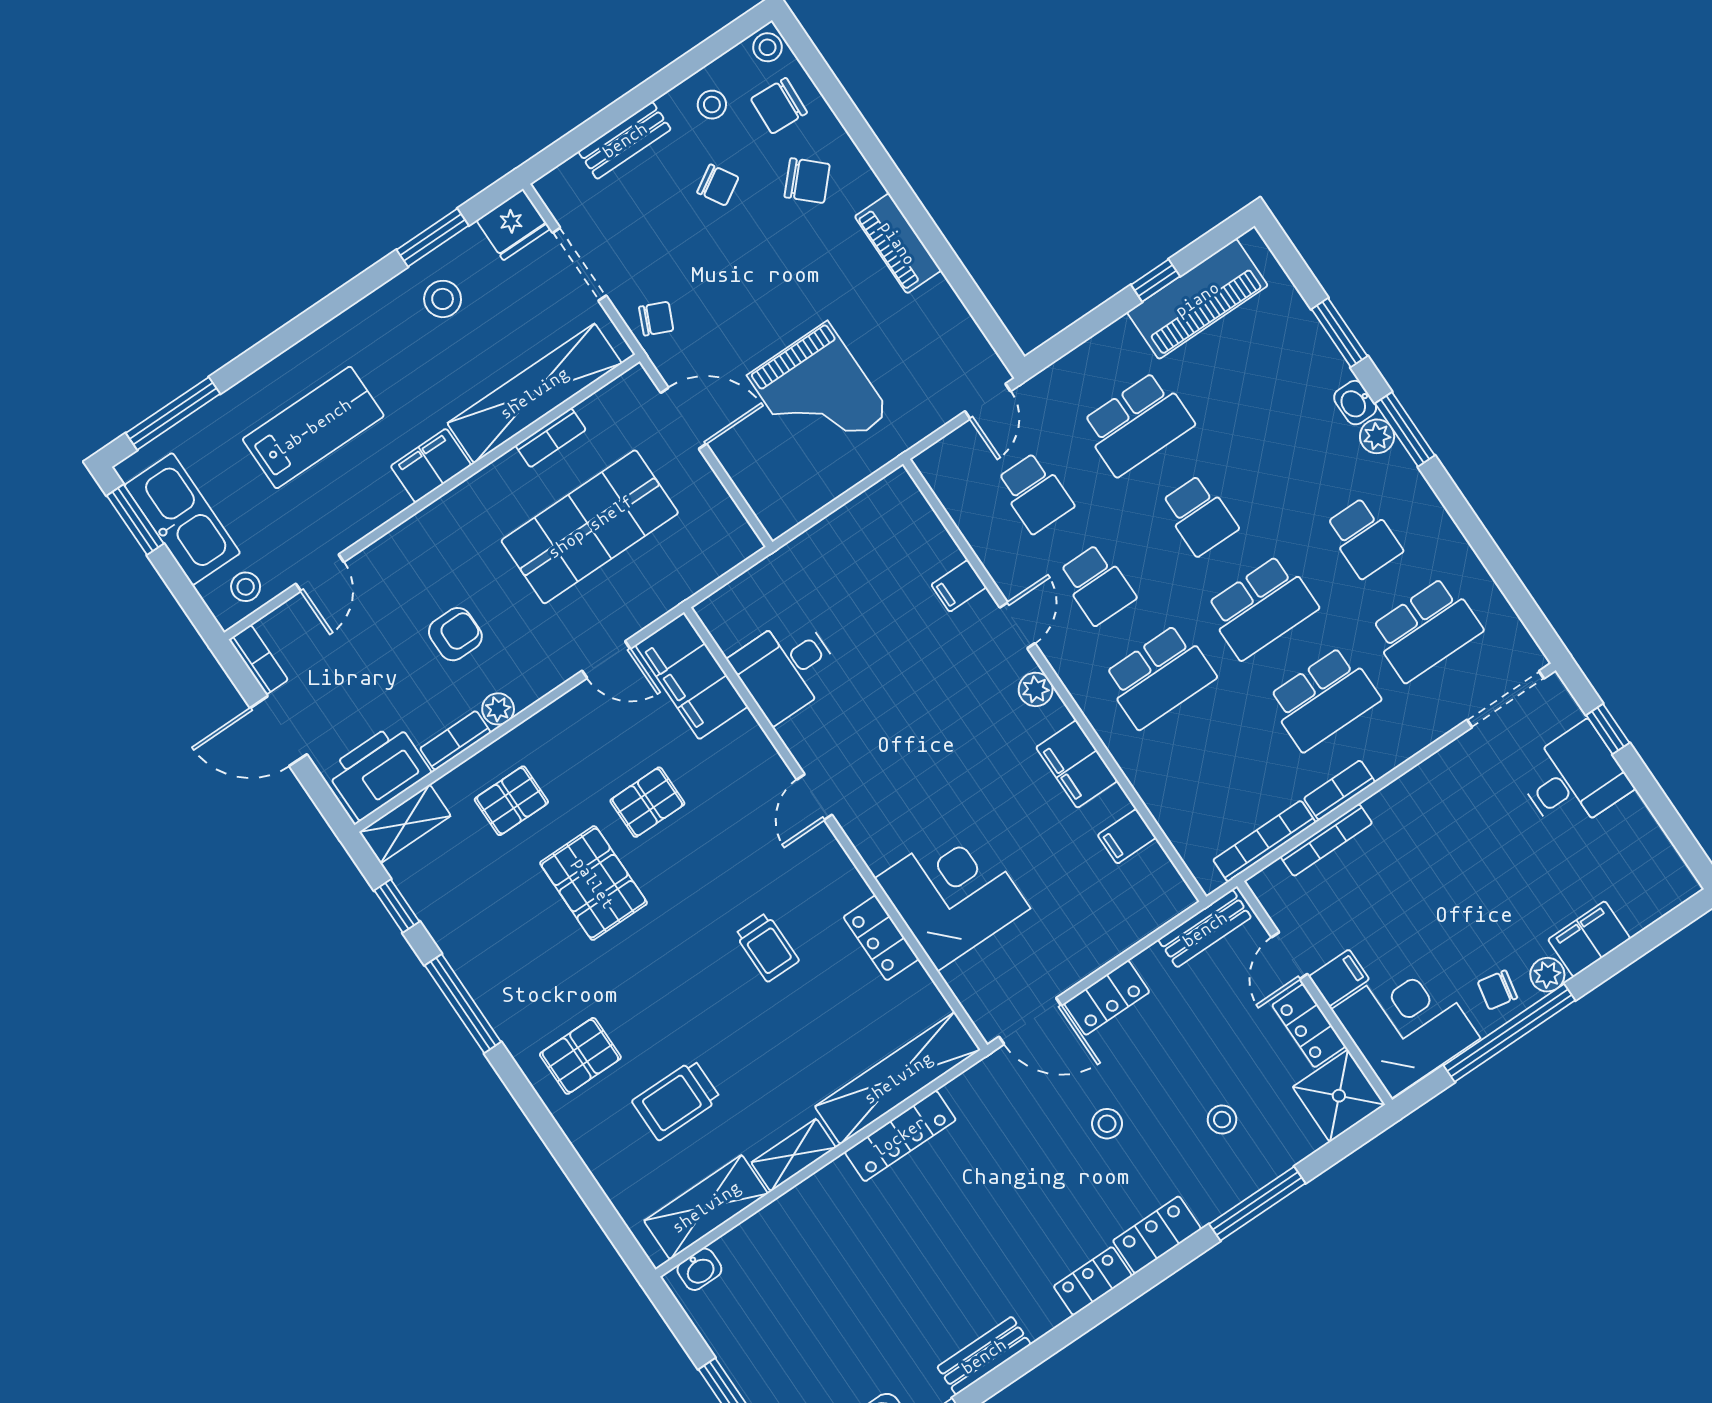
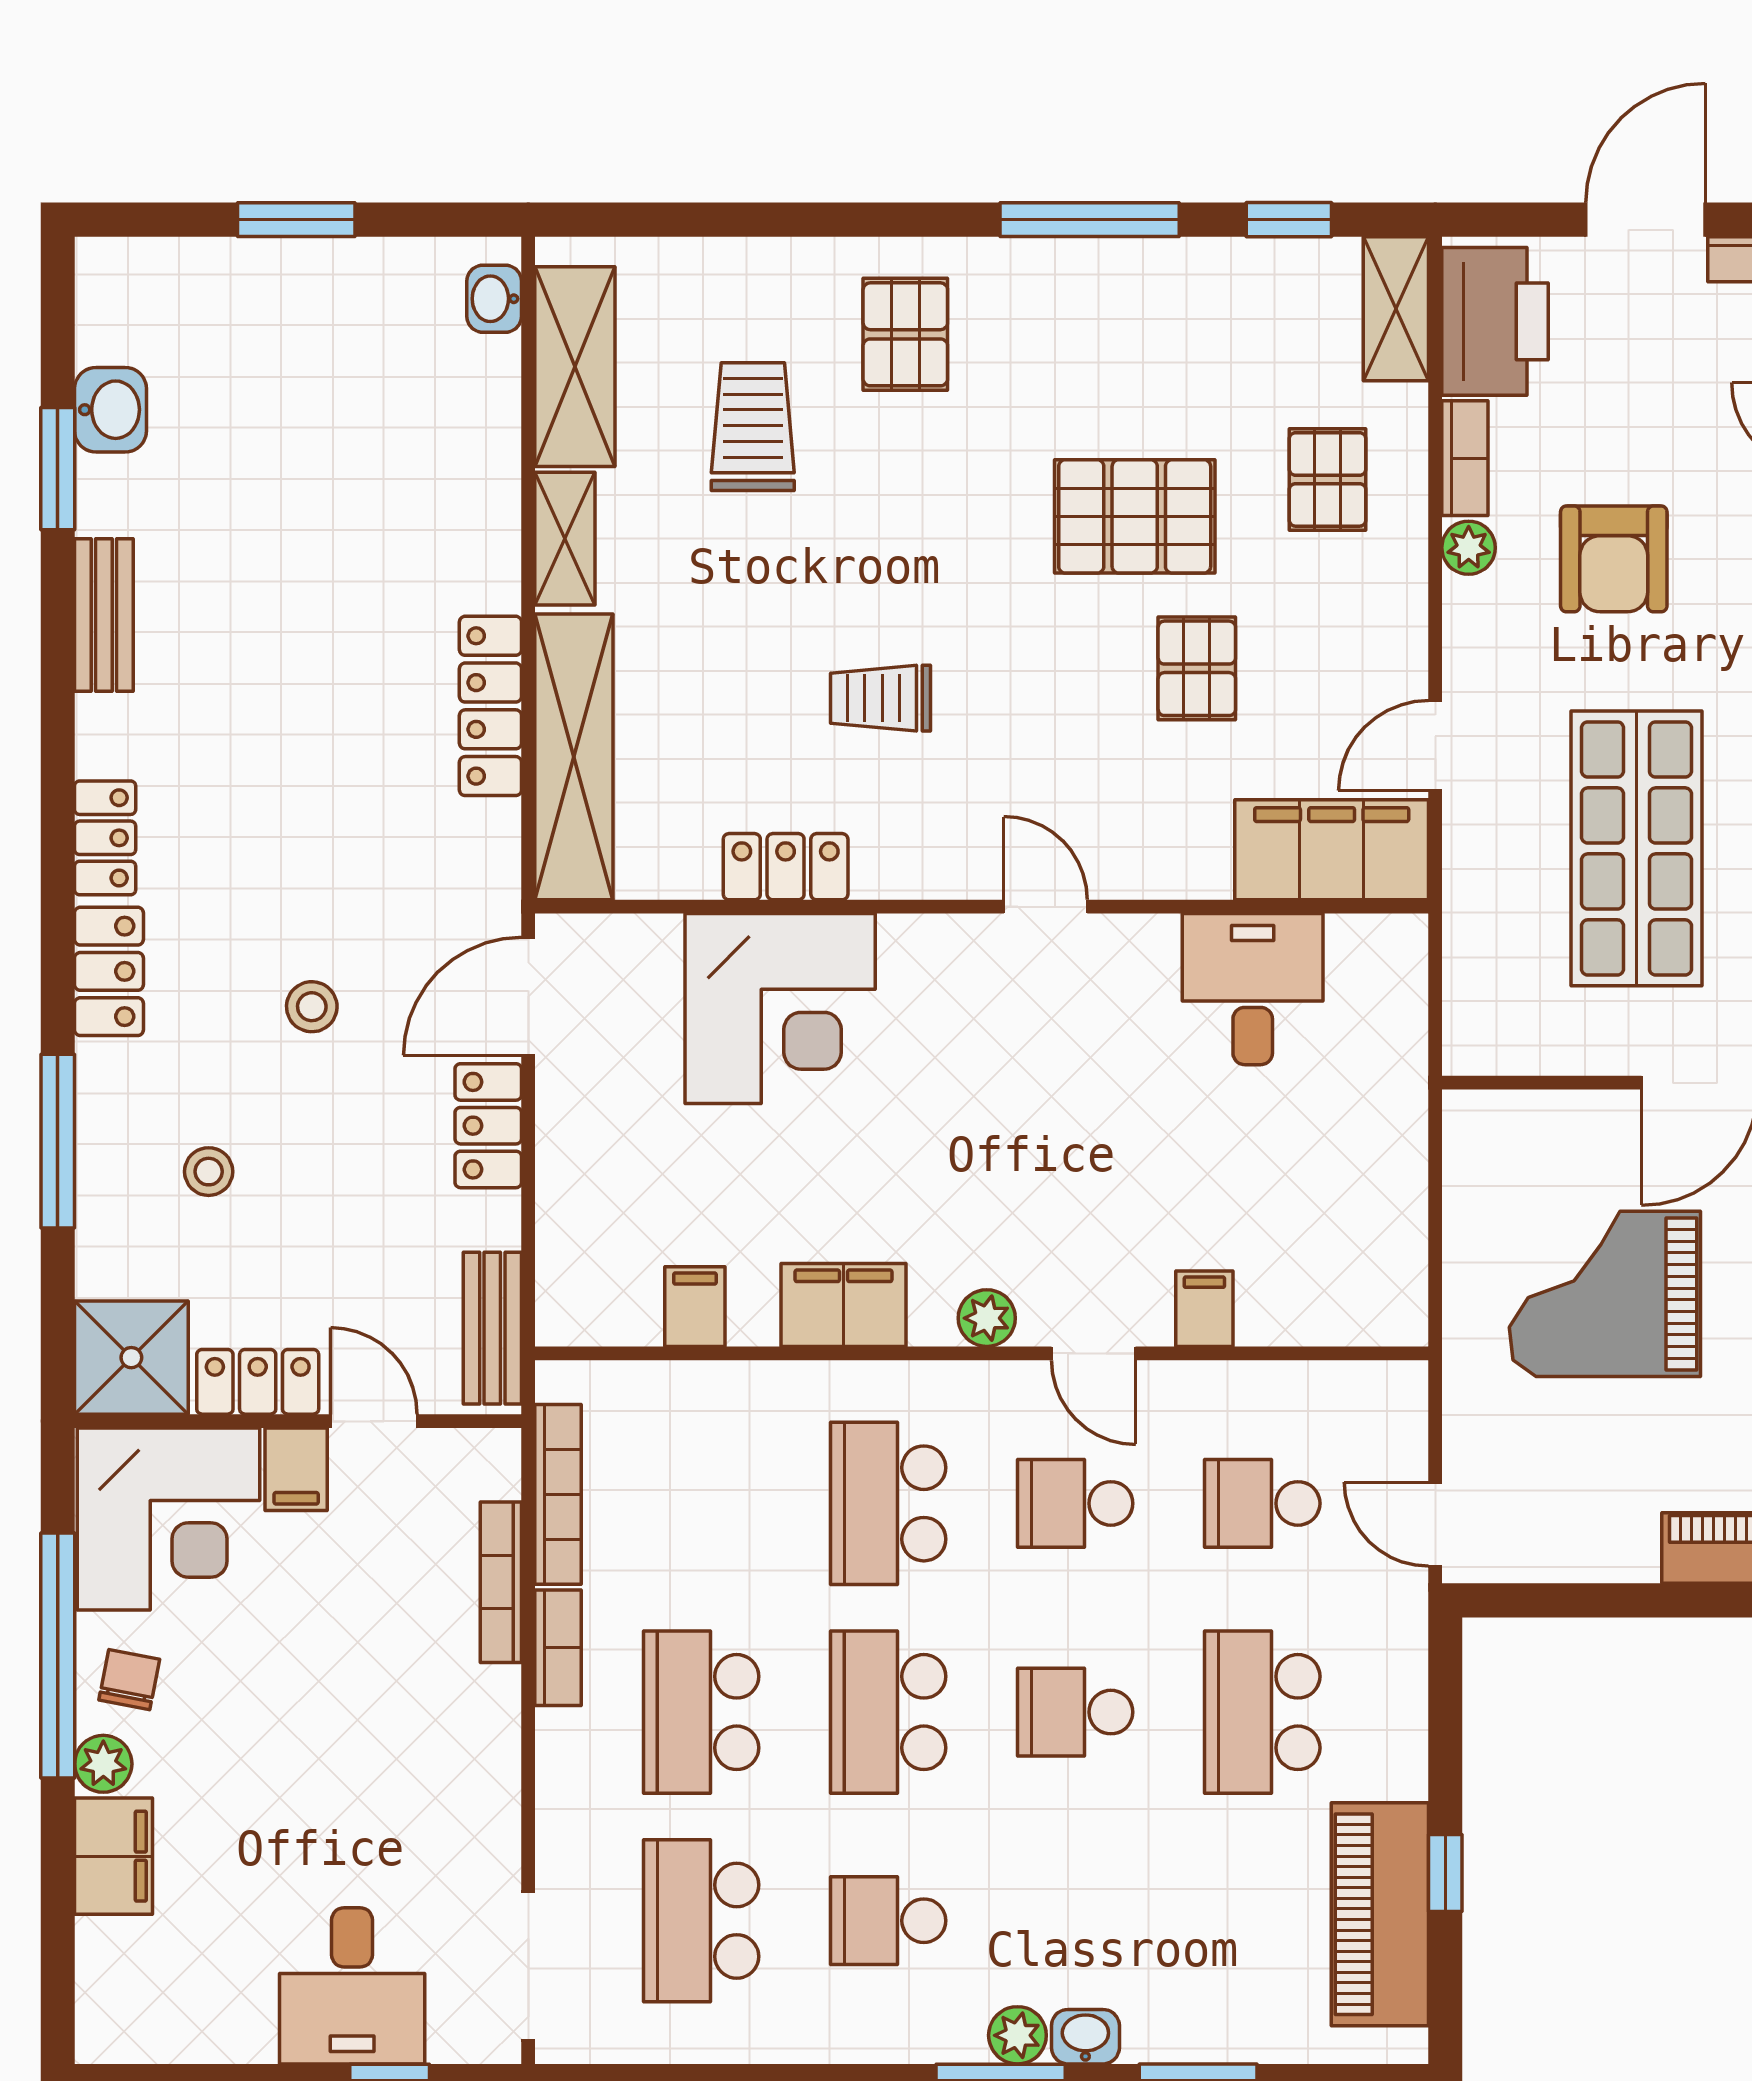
armchair: (455, 634) -> (1614, 559), width x1.38, depth x1.38

